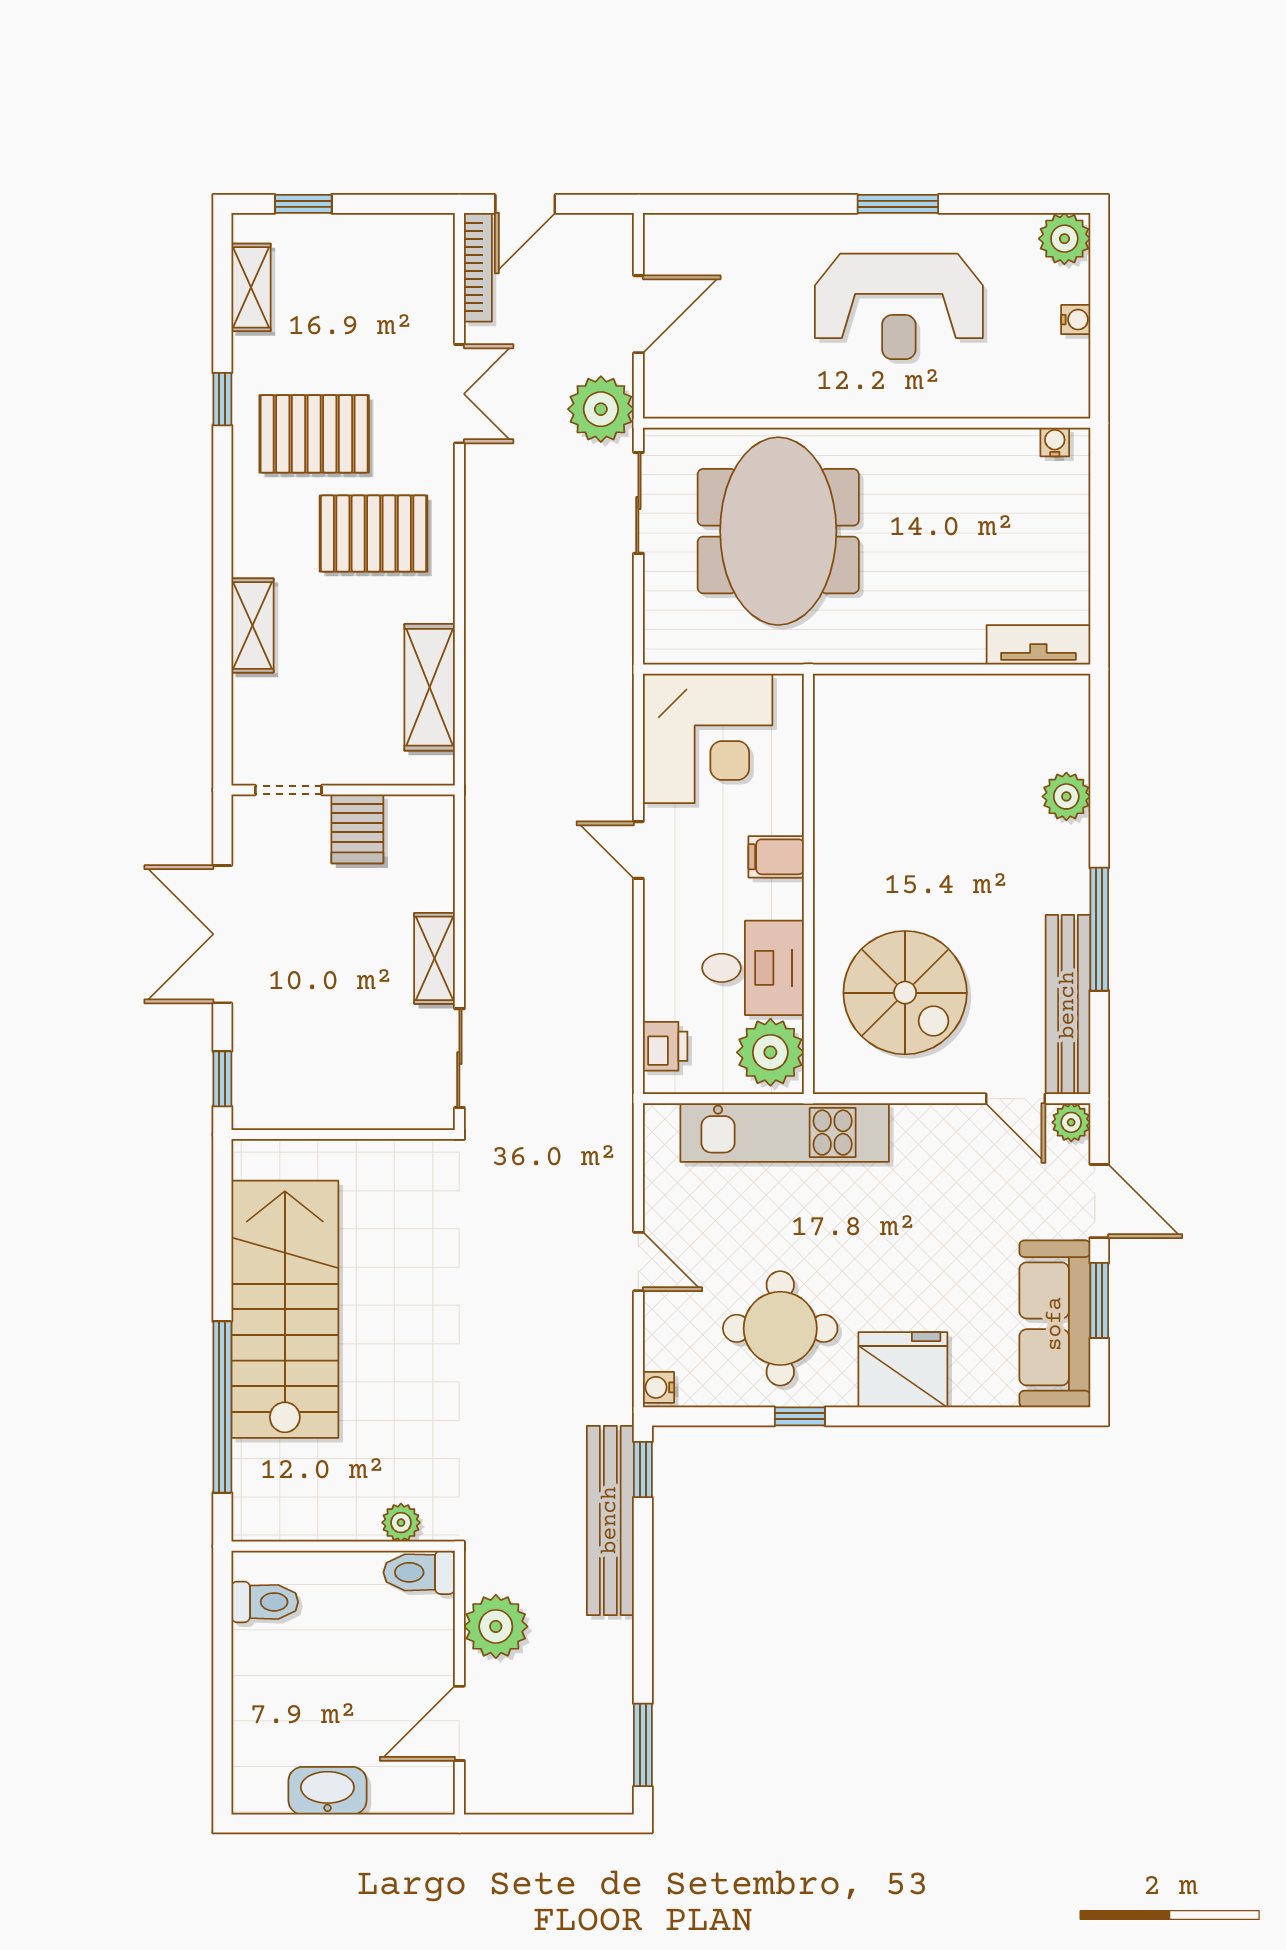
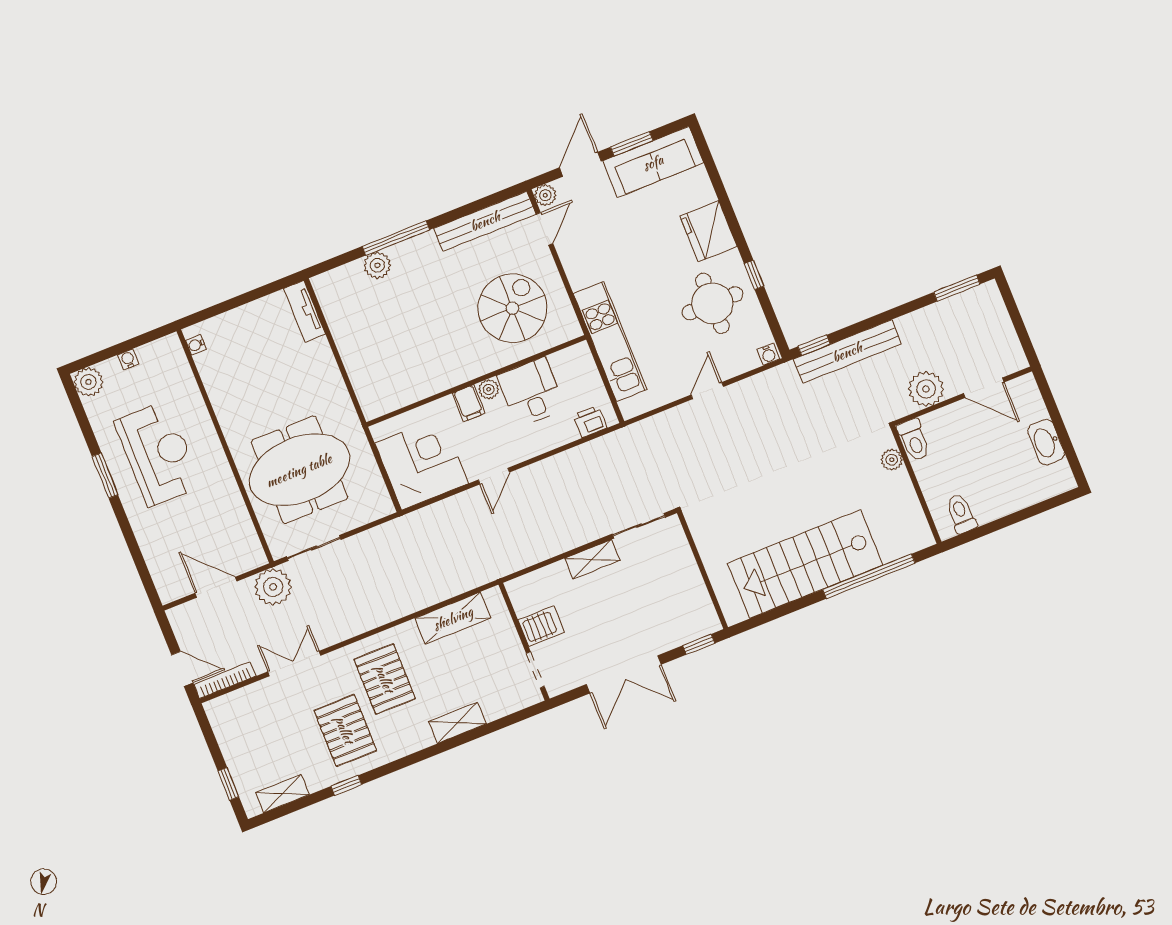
window: (1099, 929) -> (396, 238), moved
plant: (770, 1052) -> (489, 389), moved, width x0.53, depth x0.53

